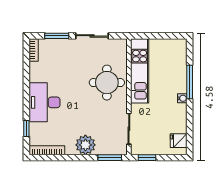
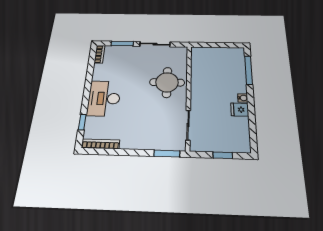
kitchen unit: (140, 71) -> (199, 73), removed
window: (190, 82) -> (249, 70), moved
fridge: (179, 141) -> (240, 110), moved
plant: (85, 145) -> (142, 140), removed
window: (147, 158) -> (223, 155), moved

